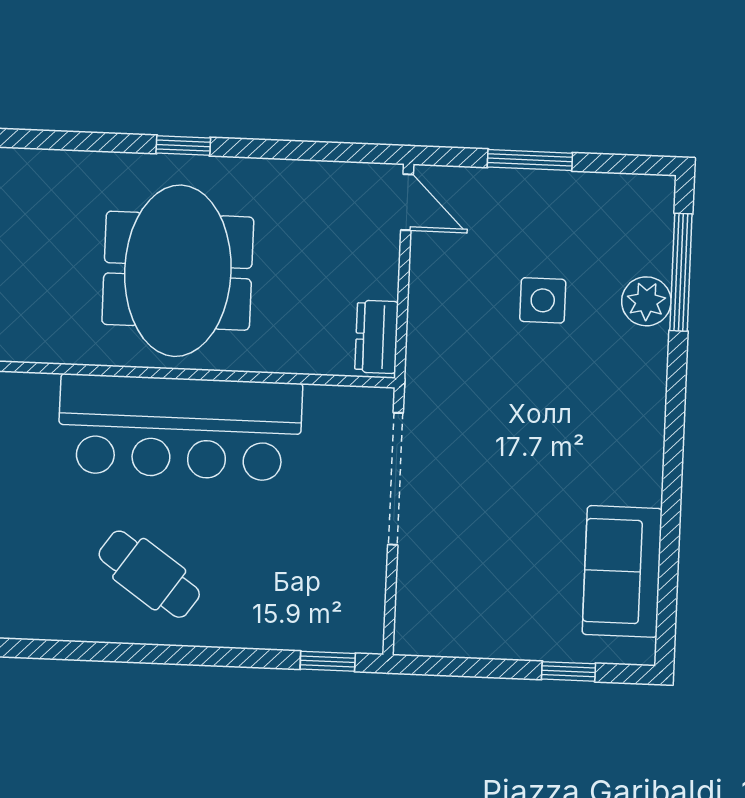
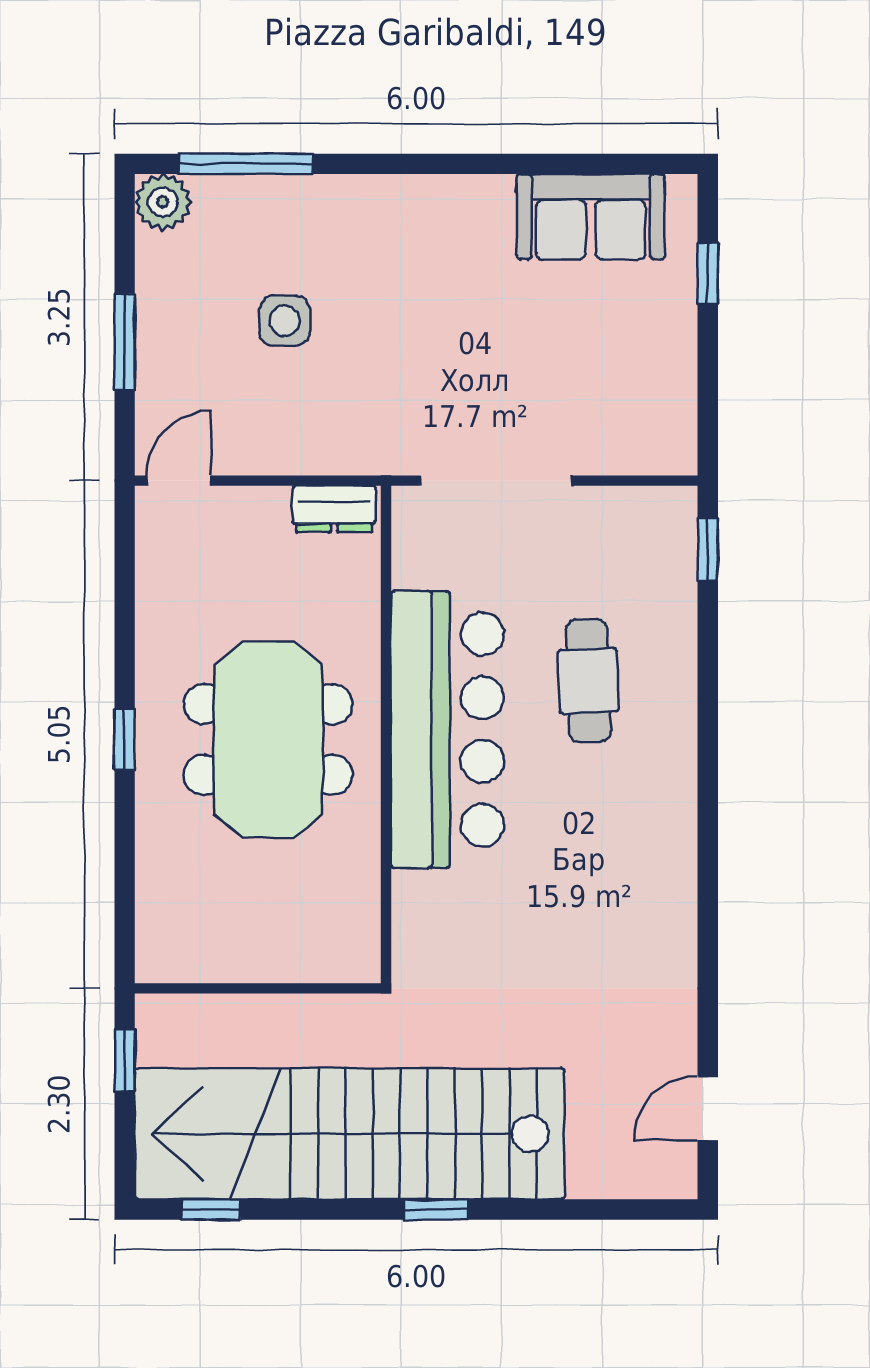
meeting table: (178, 271) -> (268, 740), turned 90
plant: (646, 301) -> (163, 202), moved
cafe table: (149, 574) -> (588, 681), moved, turned -37

